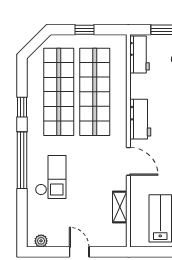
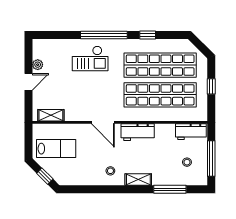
door: (128, 161) -> (103, 122), hinge flipped
shelving: (120, 207) -> (51, 115), moved
plant: (41, 241) -> (38, 65), moved

